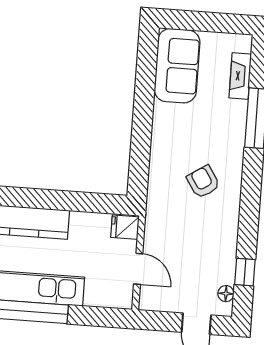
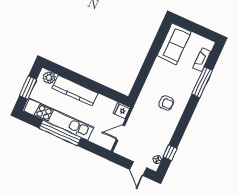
armchair: (203, 182) -> (166, 103), turned 123
door: (138, 269) -> (120, 133), swing flipped

